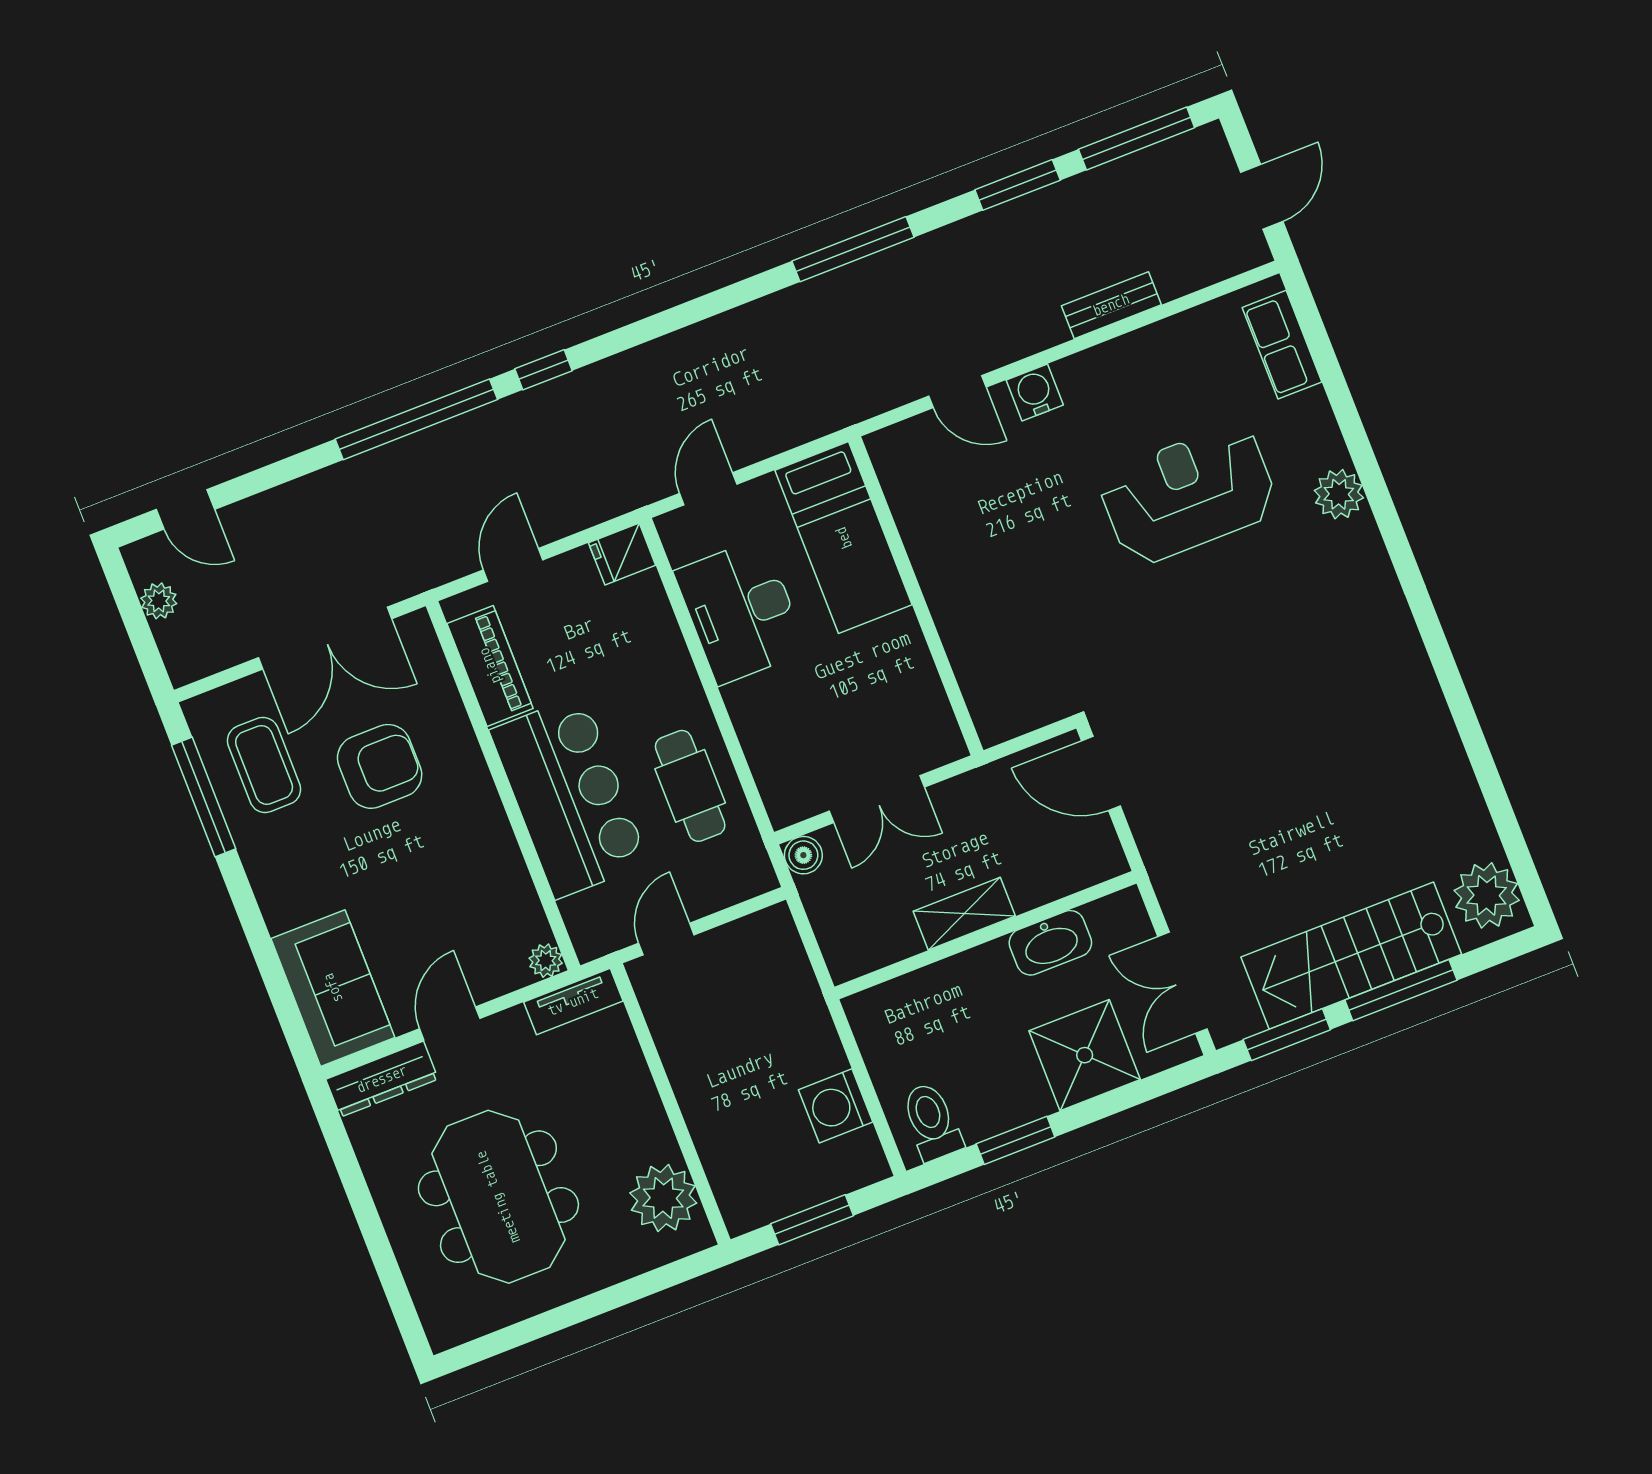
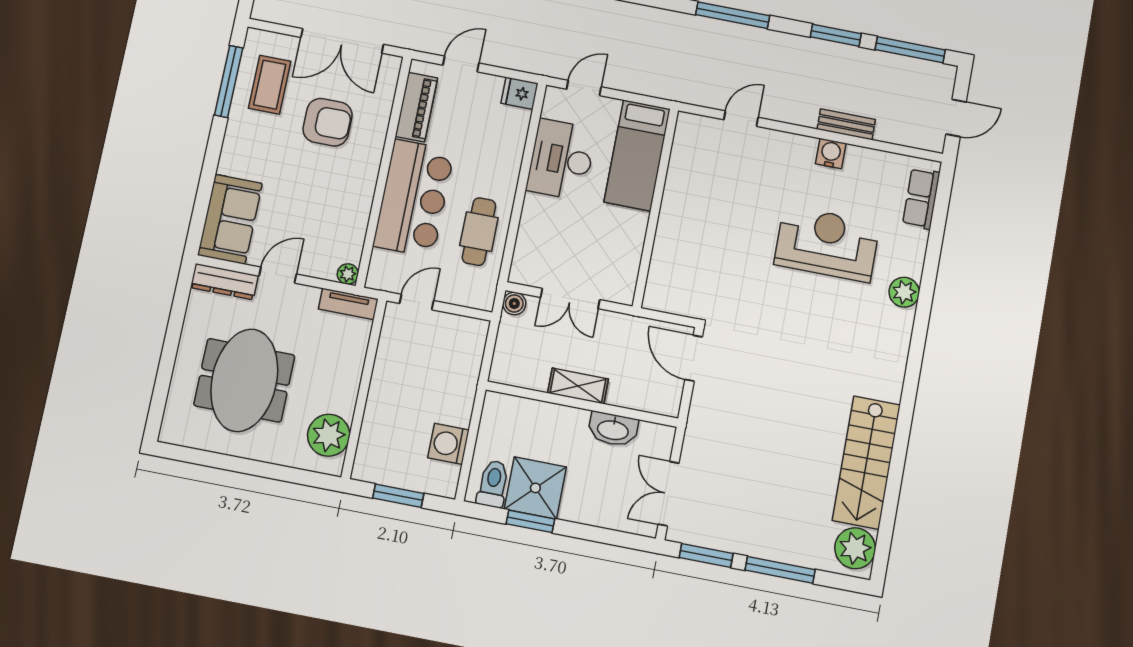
door: (957, 392) -> (741, 119), swing flipped
water cooler: (1035, 392) -> (831, 153), moved
stairs: (1351, 956) -> (866, 463), moved, turned -90
shower: (1085, 1055) -> (535, 488), moved

